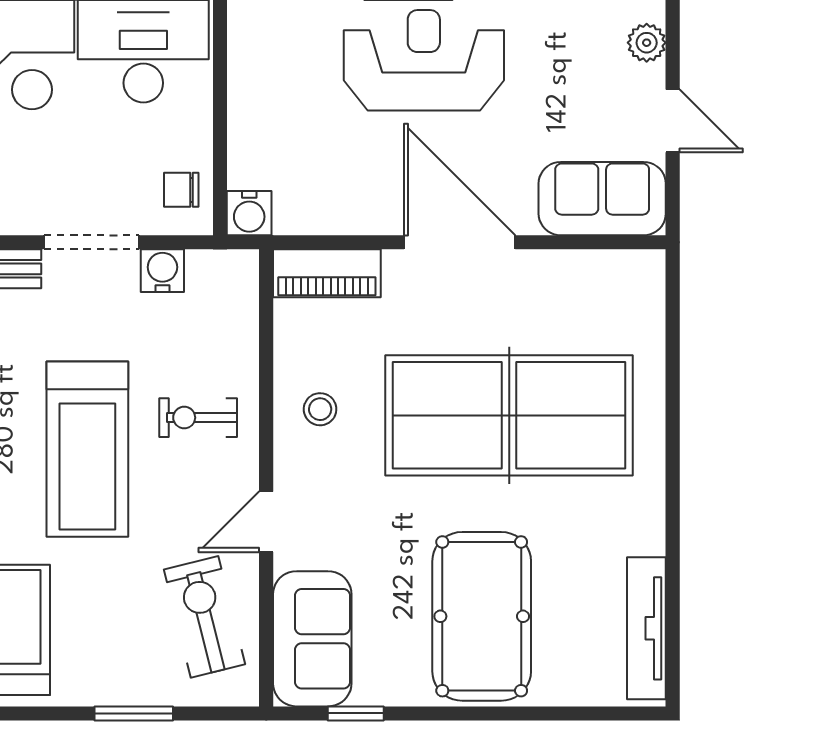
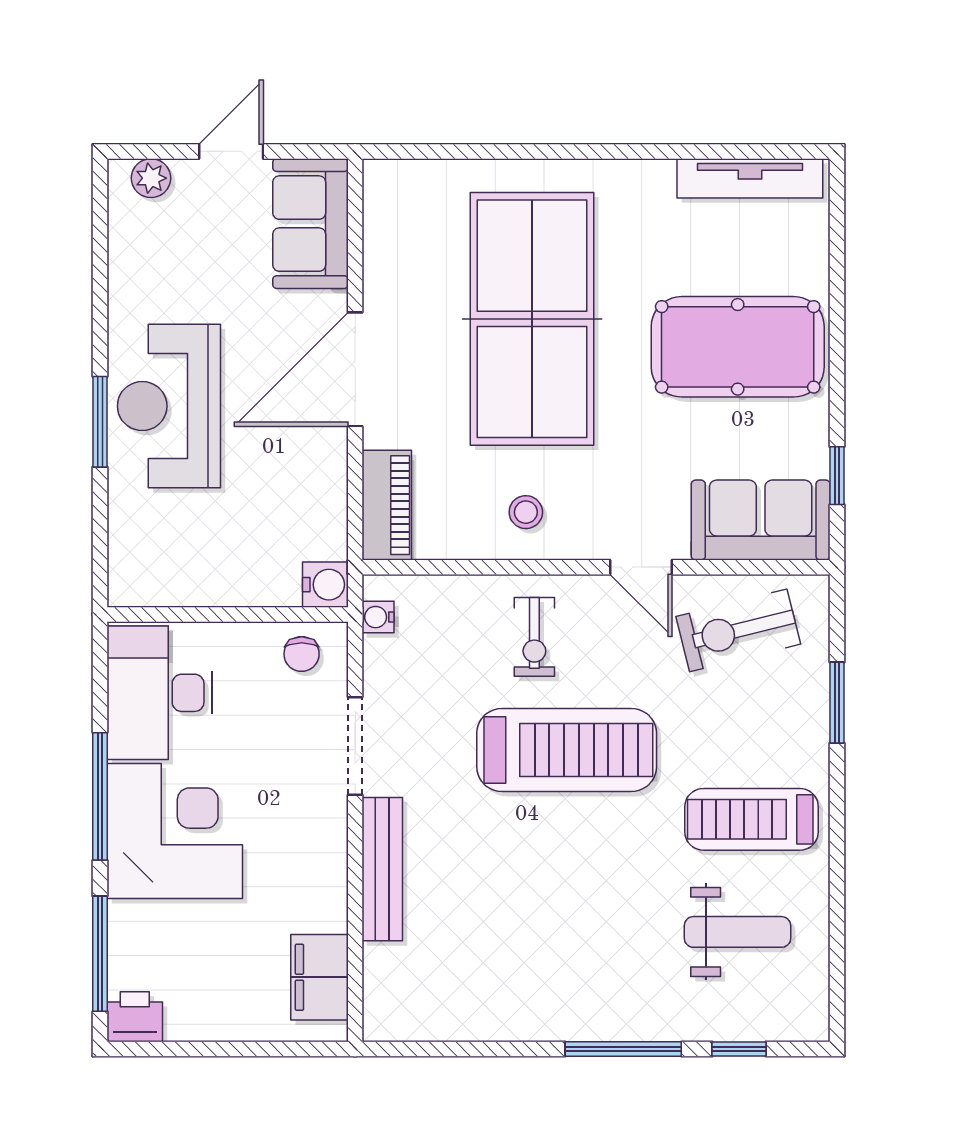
water cooler: (162, 271) -> (378, 617), moved, width x0.72, depth x0.72

